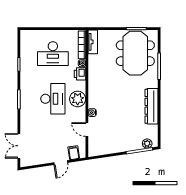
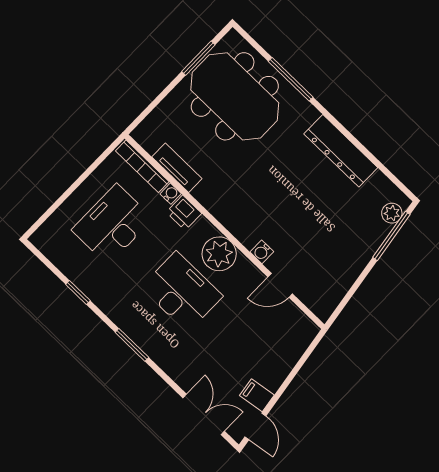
tv unit: (93, 42) -> (177, 168), moved
desk: (53, 54) -> (112, 224), turned 180
double door: (19, 146) -> (204, 414), swing flipped
filing cabinet: (74, 153) -> (257, 395), moved
door: (61, 163) -> (255, 426), moved

